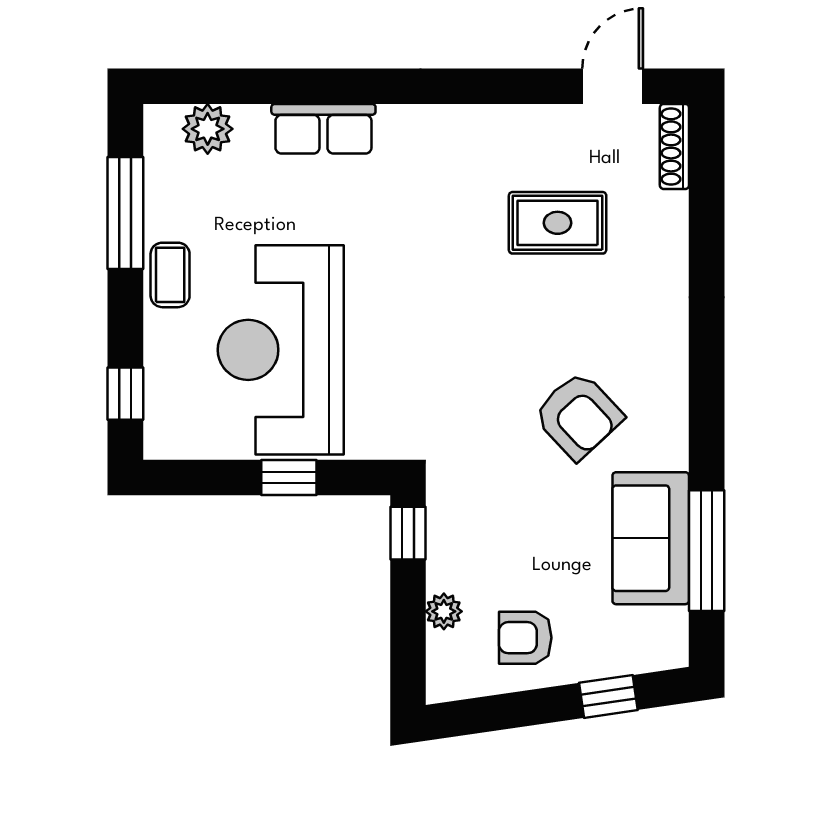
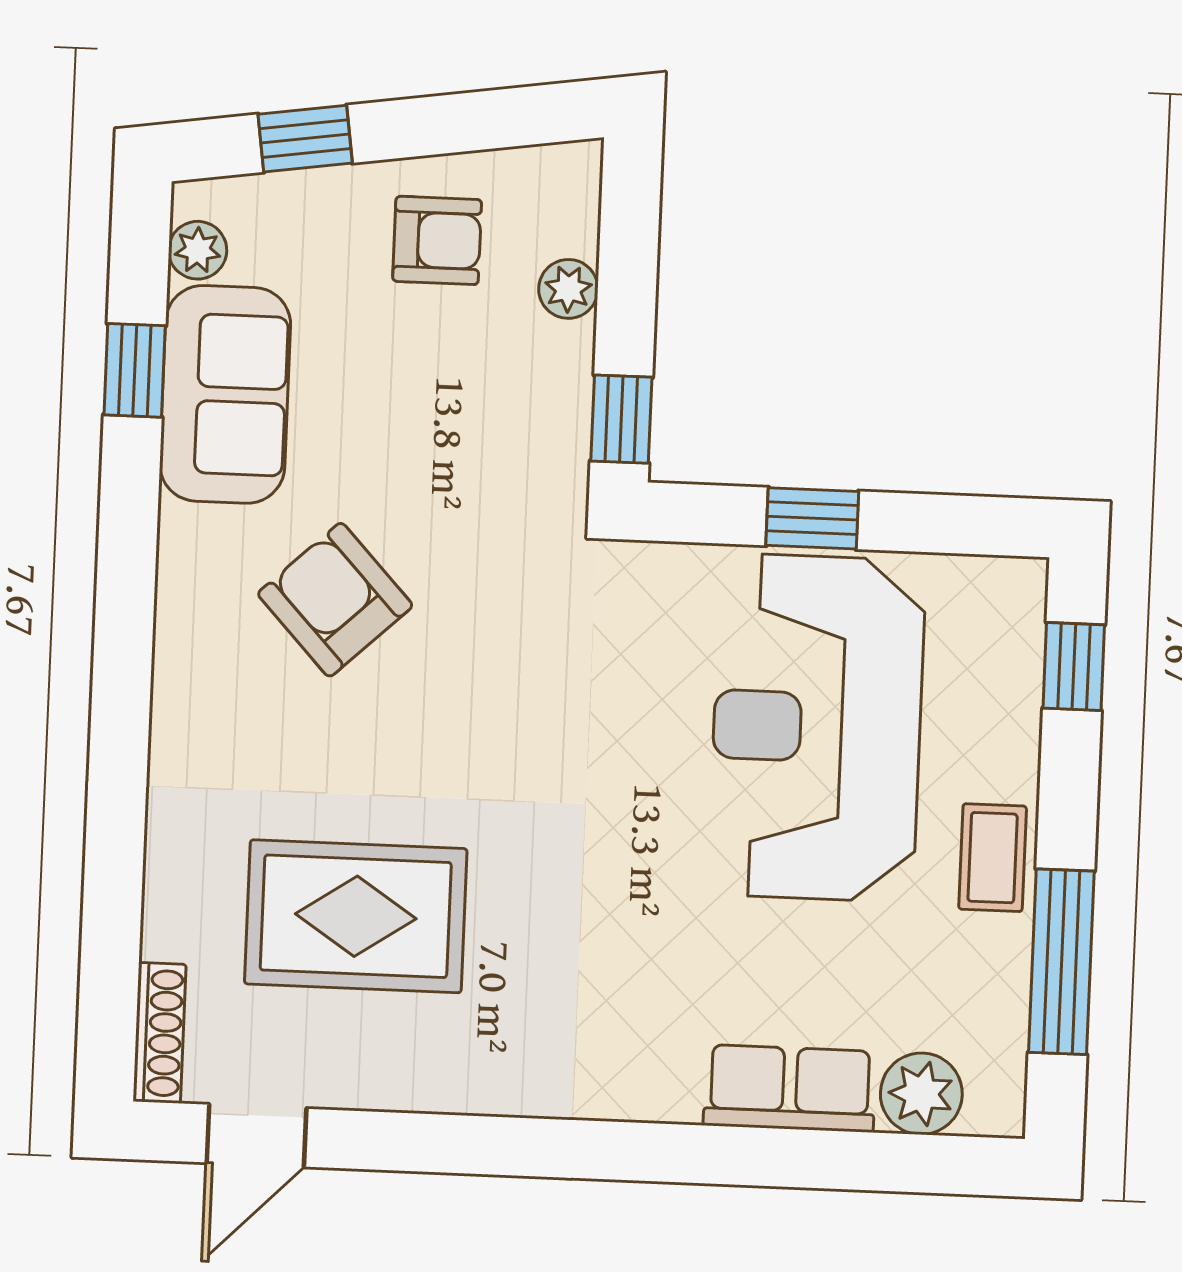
row of seats: (323, 129) -> (790, 1088), moved
rug: (558, 223) -> (356, 916), width x1.36, depth x1.43
reception desk: (281, 350) -> (817, 728), turned 180
window: (707, 551) -> (135, 370), width x0.46
plant: (671, 626) -> (198, 250), added

